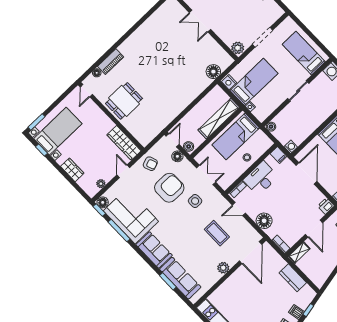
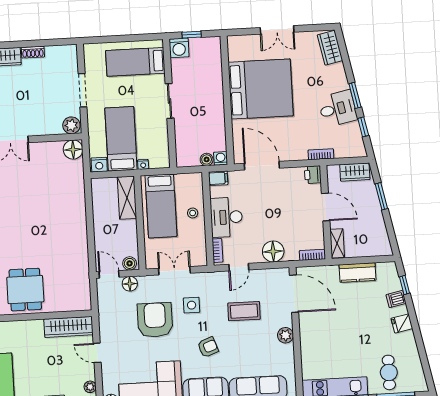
floor lamp: (213, 72) -> (73, 150), moved
shelving: (219, 119) -> (127, 198), width x0.68
boiler: (271, 127) -> (207, 159), moved
armchair: (150, 164) -> (208, 347), moved

